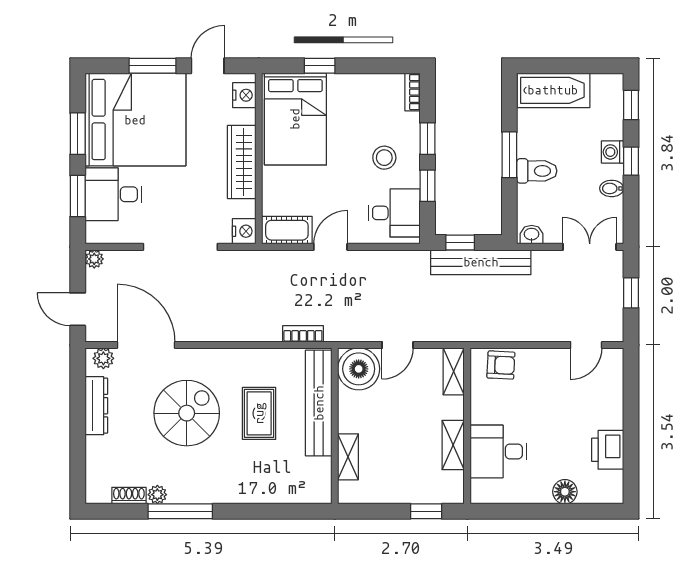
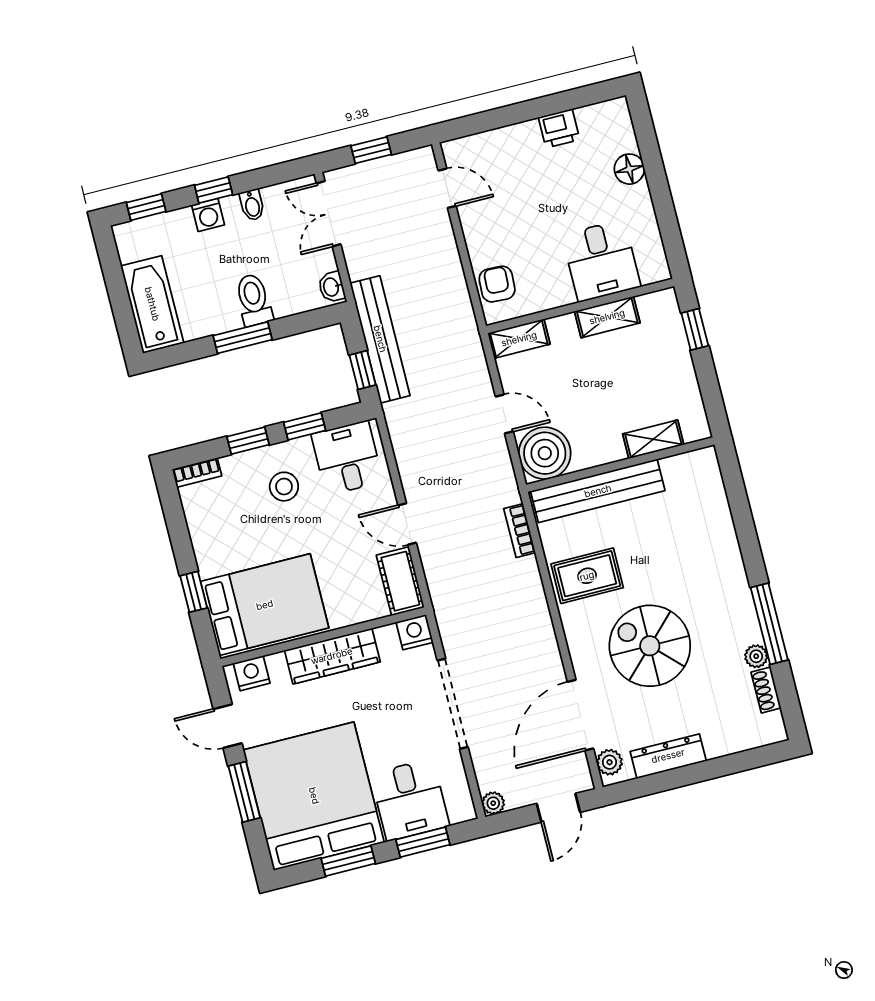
rug: (259, 413) -> (587, 576), moved
printer: (608, 450) -> (559, 128), width x0.73, depth x0.81

